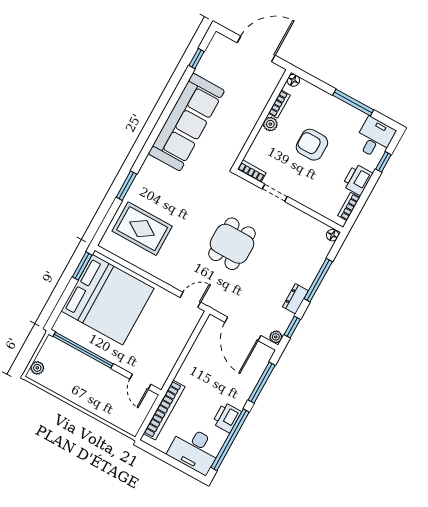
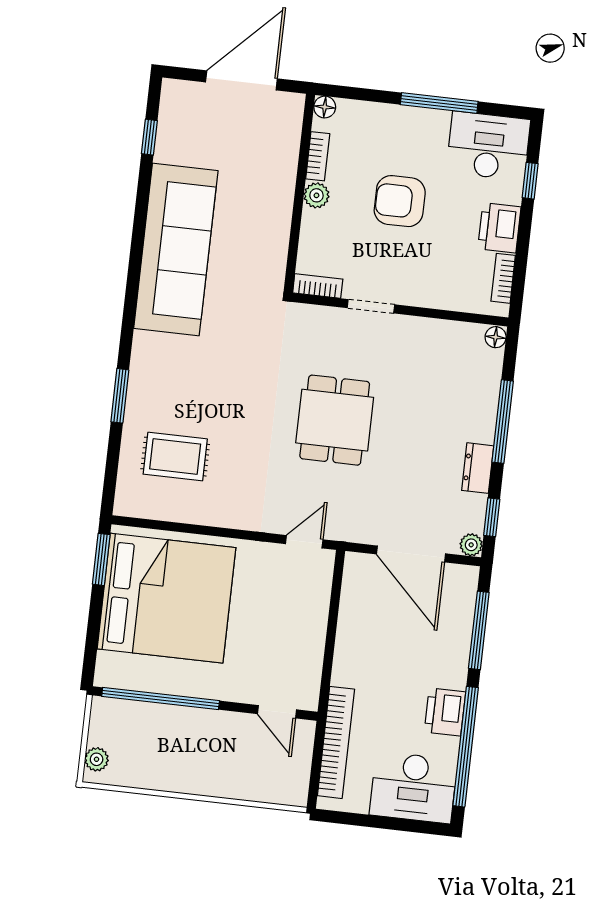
desk: (375, 138) -> (488, 146), width x1.37
rug: (142, 229) -> (175, 457), width x0.73, depth x0.70

